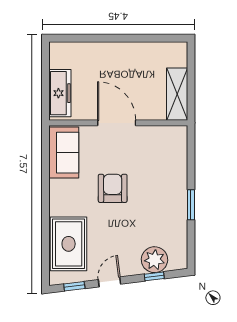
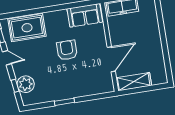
door: (117, 123) -> (111, 59), moved
armchair: (113, 188) -> (67, 50), turned -90

